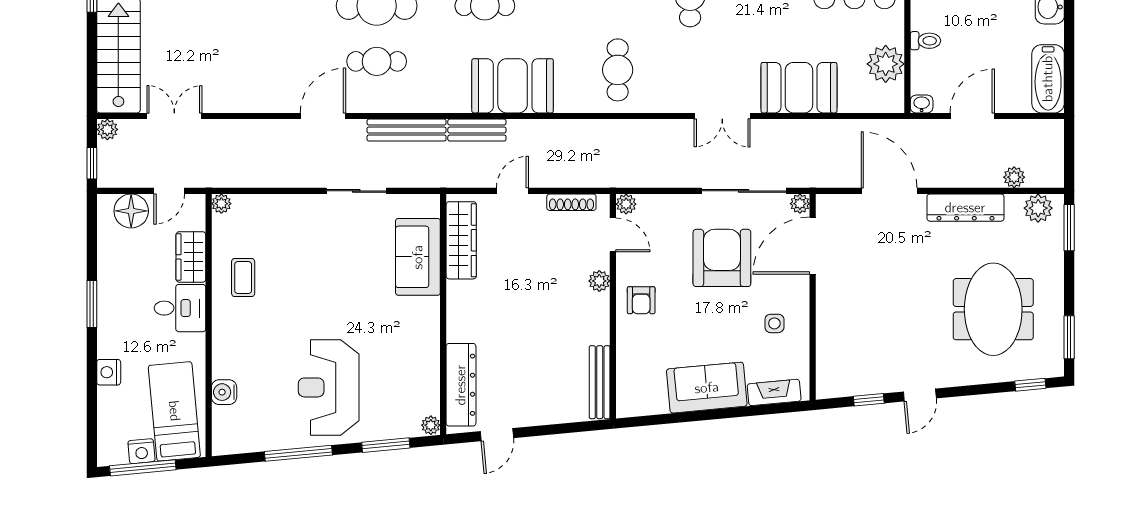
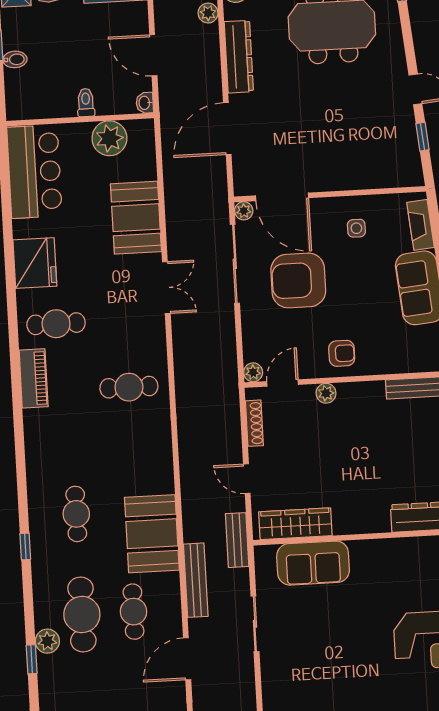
booth: (513, 86) -> (152, 534), moved
door: (323, 116) -> (187, 659), hinge flipped
bench: (477, 130) -> (237, 540), moved

